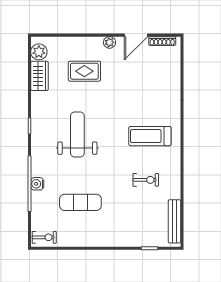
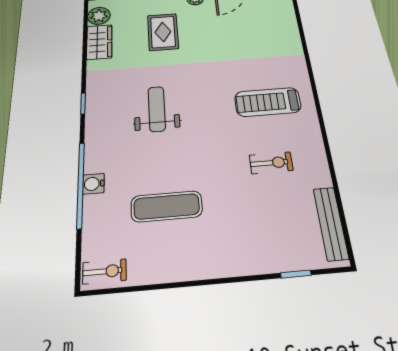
rug: (84, 71) -> (163, 32), turned 90
weight bench: (77, 135) -> (157, 109), width x0.73, depth x0.75

